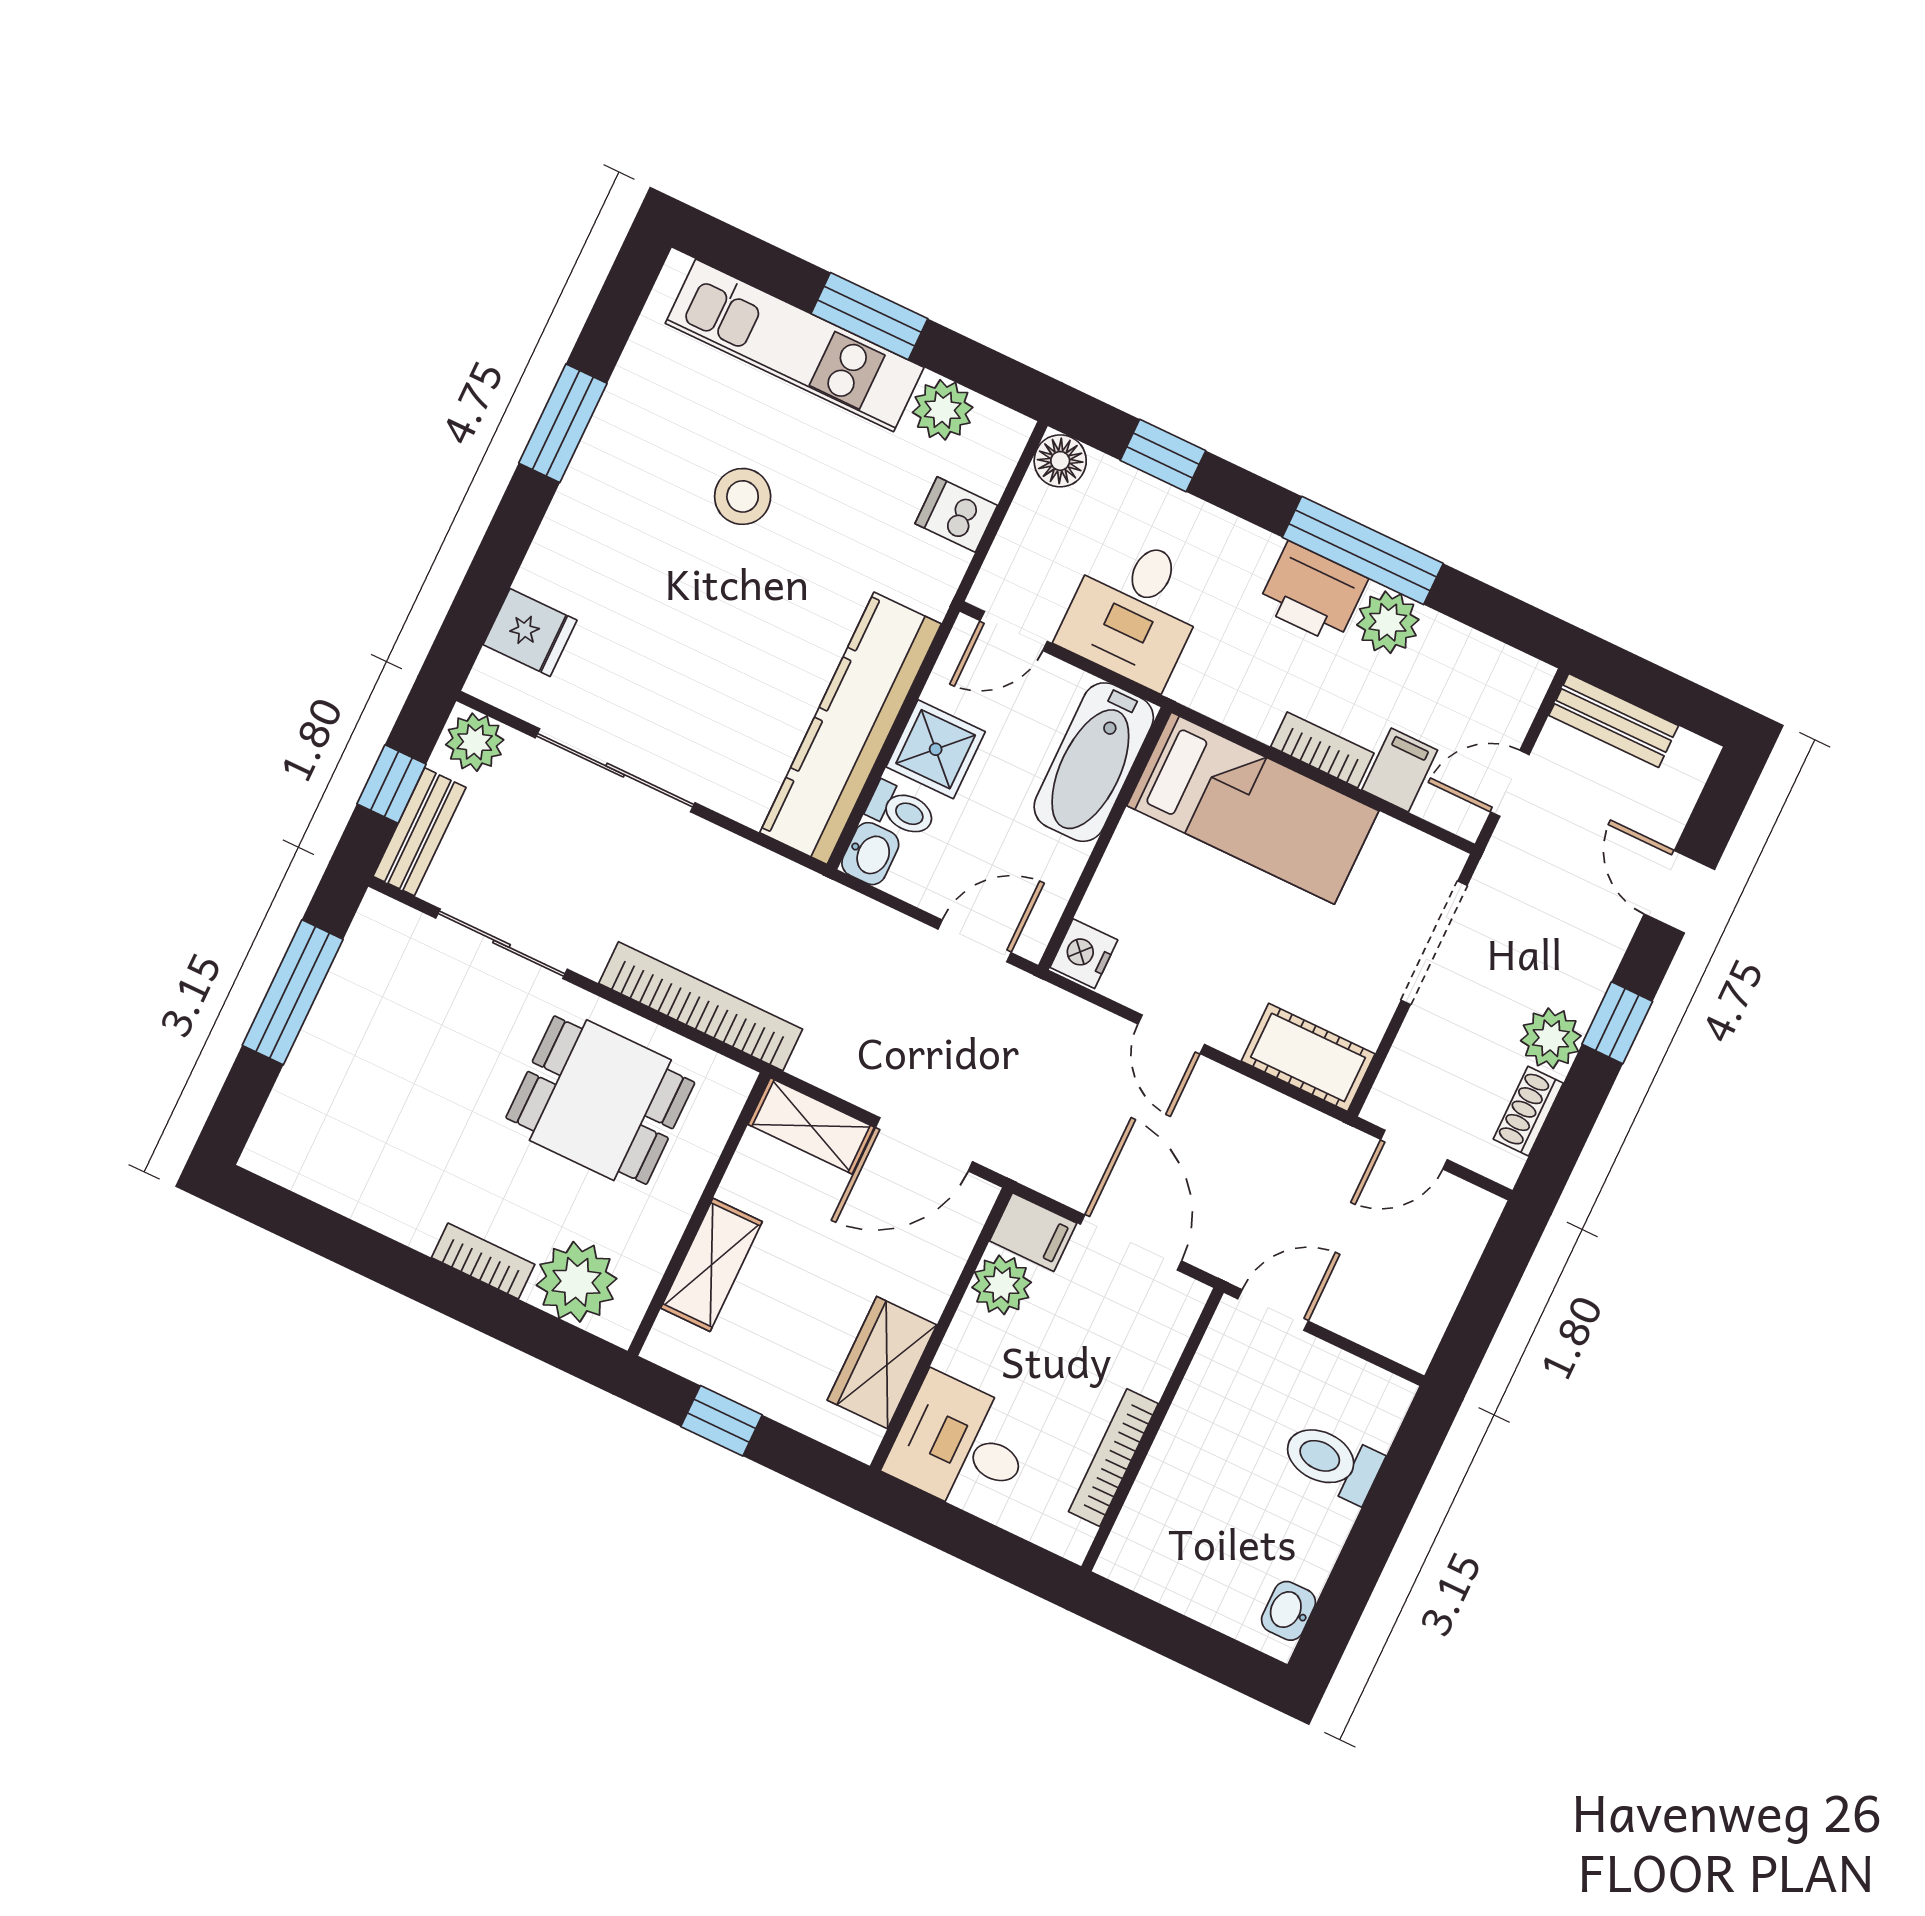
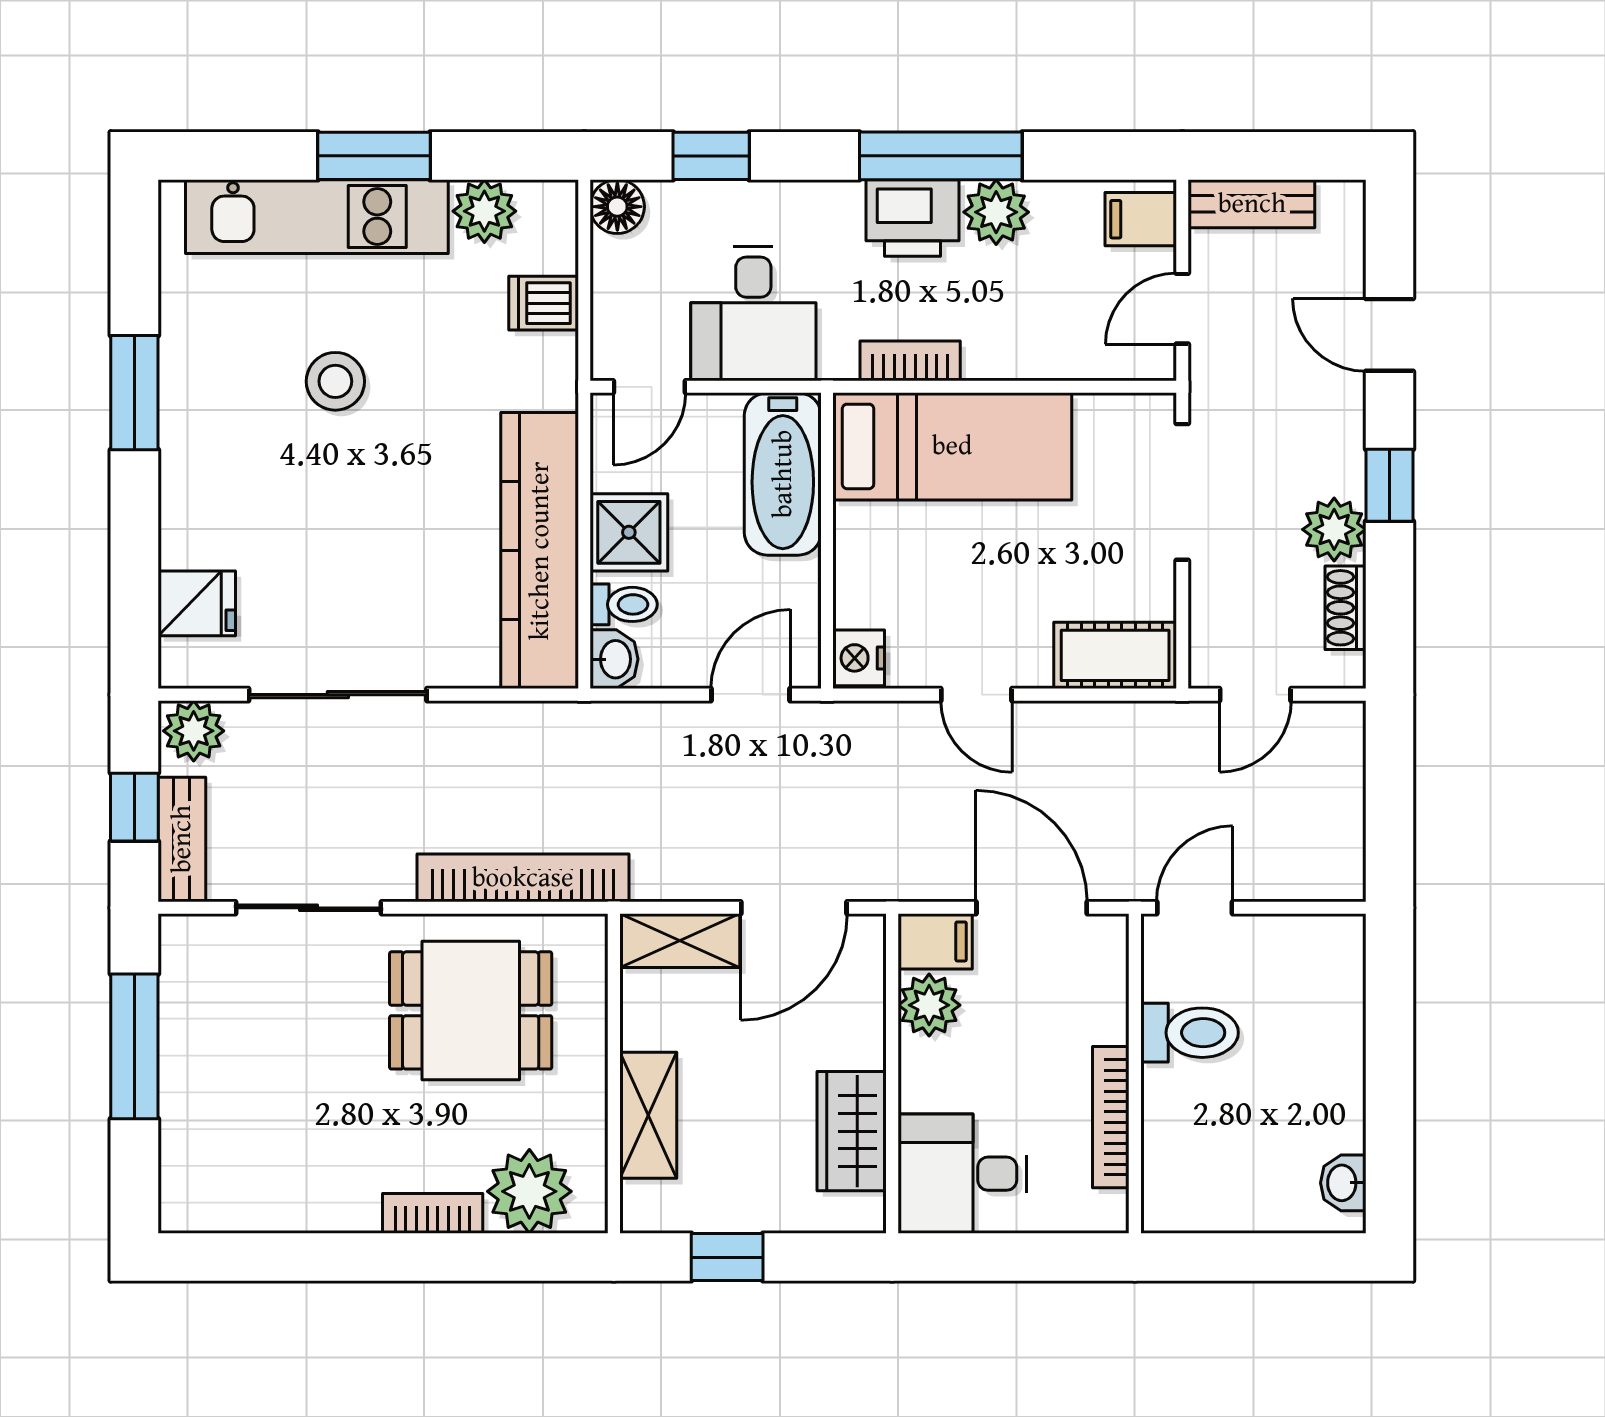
bookcase: (1322, 750) -> (910, 361), moved
filing cabinet: (1400, 770) -> (1141, 219), moved, turned -90
toilet: (1332, 1461) -> (1190, 1033), moved, turned 180

